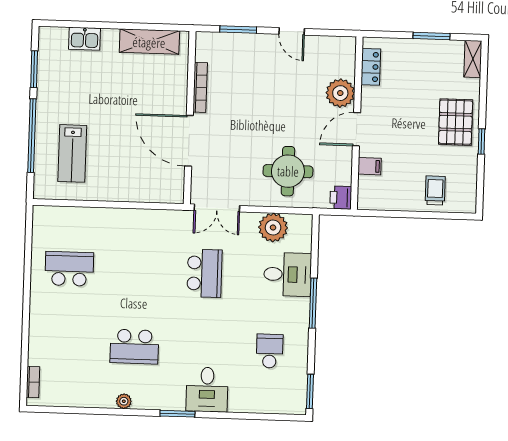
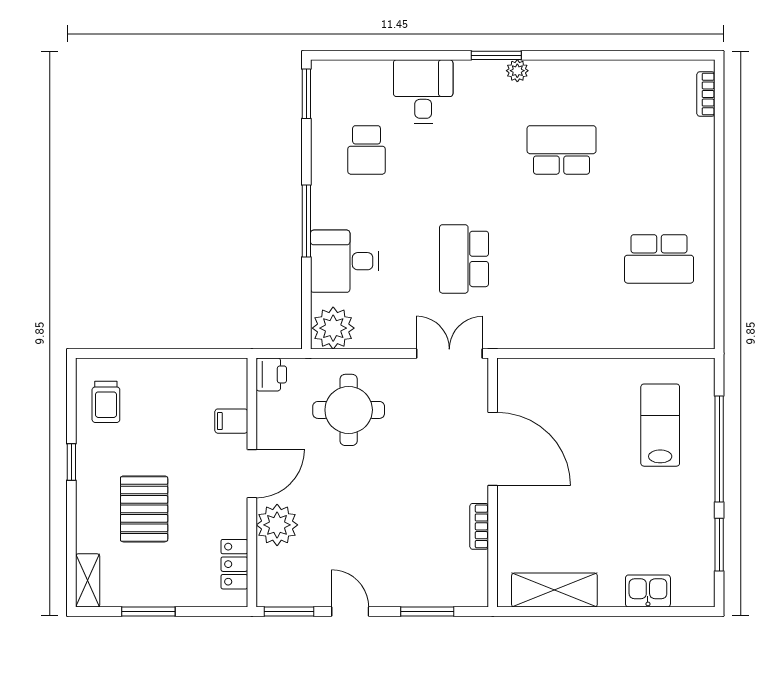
window: (334, 33) -> (289, 611), added
bookcase: (200, 87) -> (479, 526), width x0.64
pallet: (456, 122) -> (144, 509), moved
trolley: (435, 190) -> (106, 402), moved
plant: (273, 227) -> (333, 328), moved
desk: (207, 390) -> (423, 92), moved
plant: (124, 401) -> (517, 71), moved

